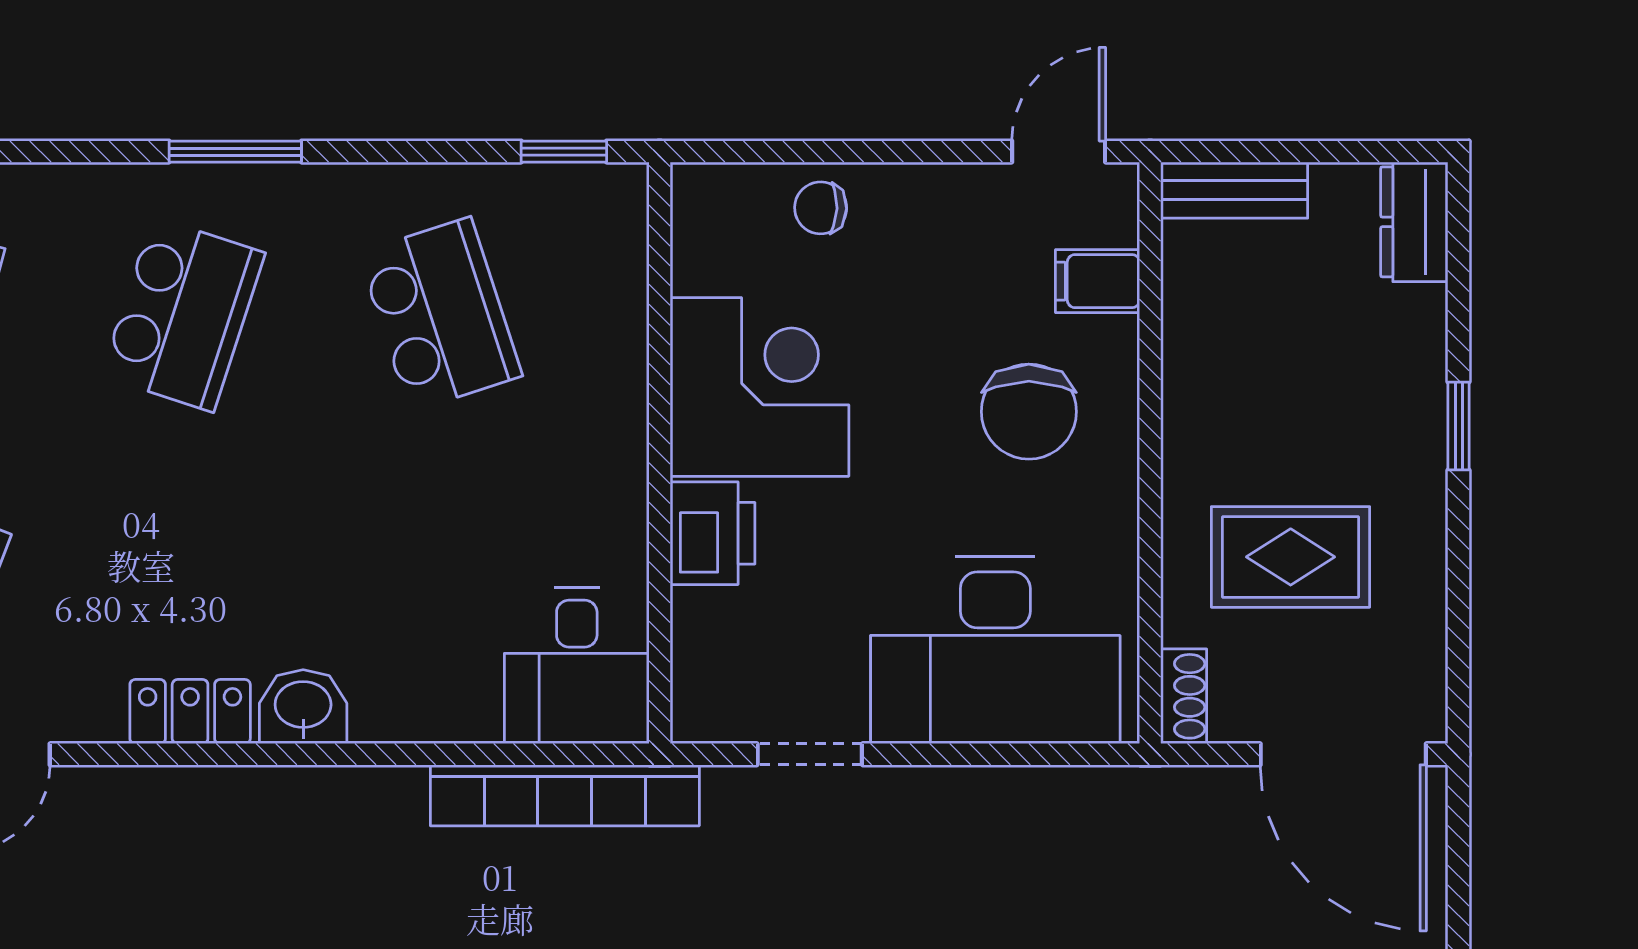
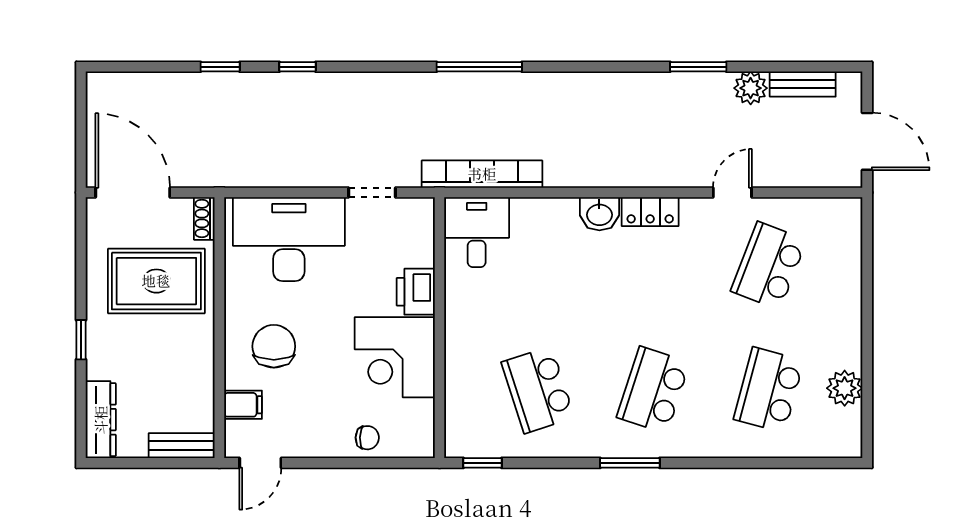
dresser: (1414, 222) -> (101, 420), width x1.44
rug: (1291, 557) -> (156, 281), width x1.36, depth x1.43

